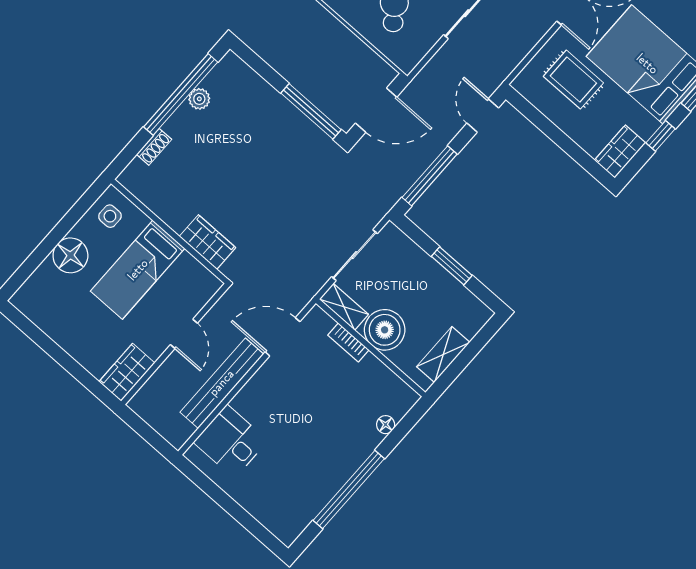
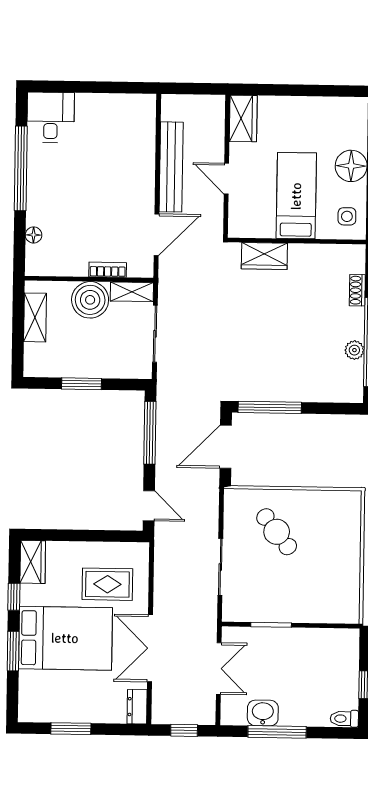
desk: (231, 441) -> (51, 117), moved, turned -90

